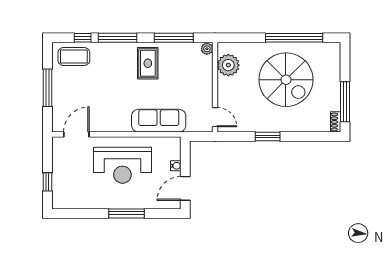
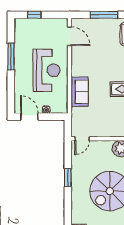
sofa: (159, 121) -> (80, 92), width x0.73
reception desk: (122, 165) -> (47, 70), turned 180
window: (126, 213) -> (11, 57), moved

